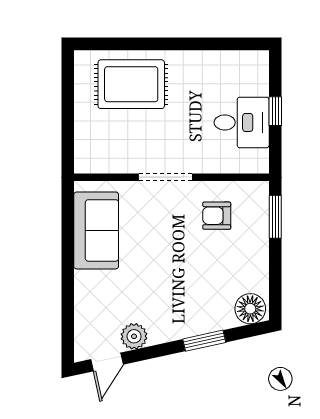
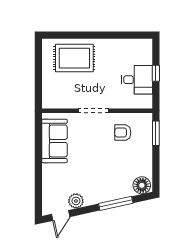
window: (204, 341) -> (116, 203), width x1.44

